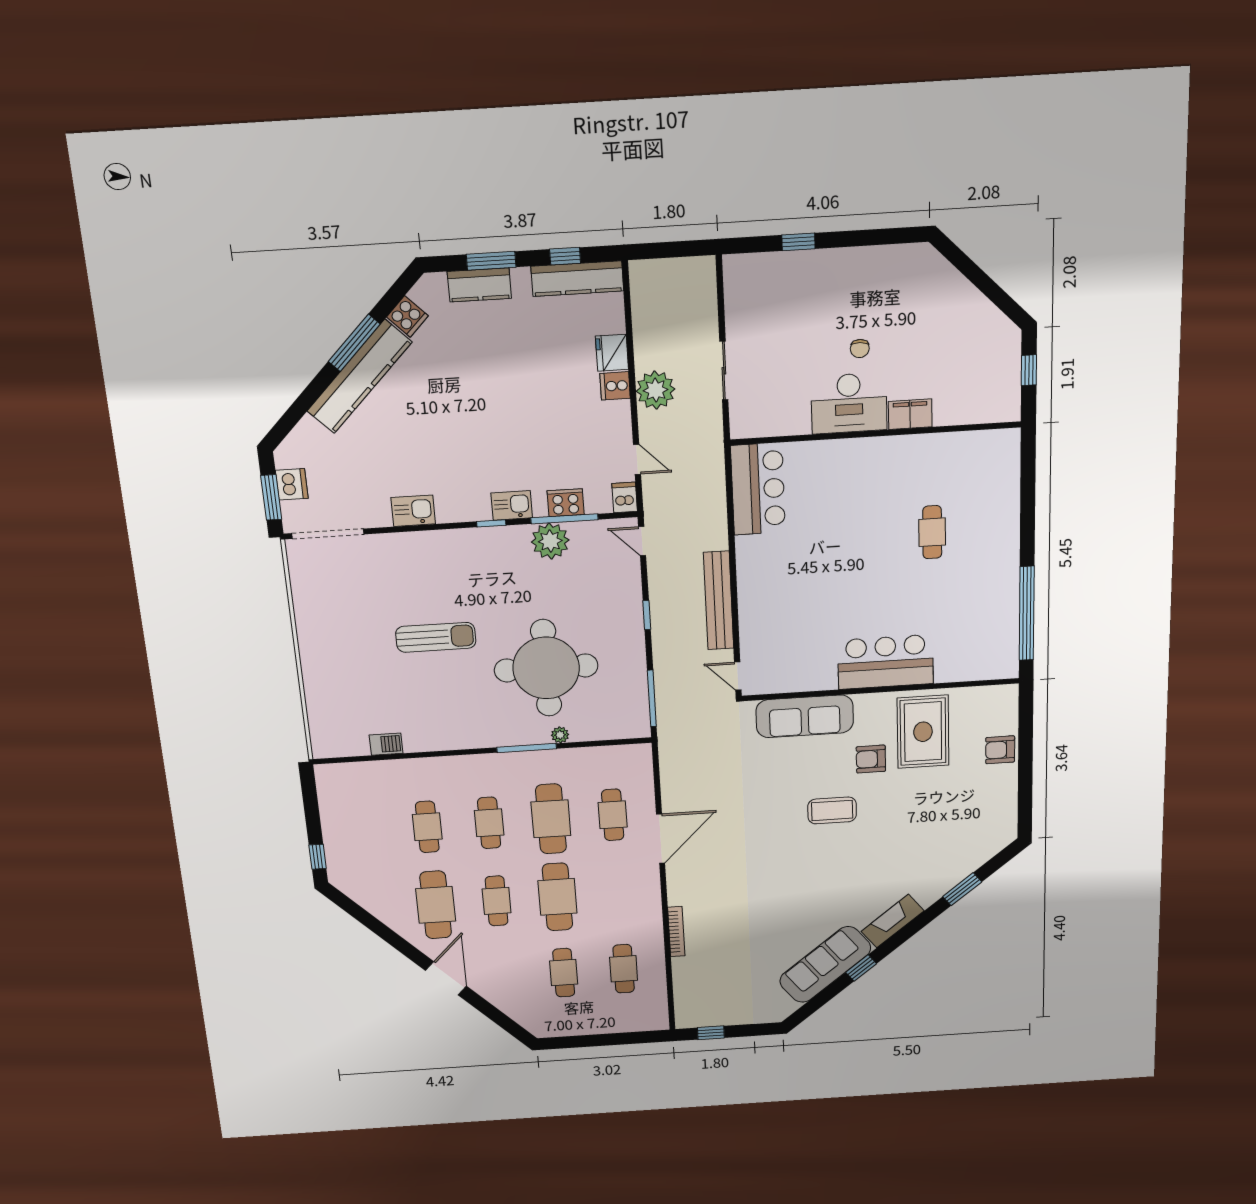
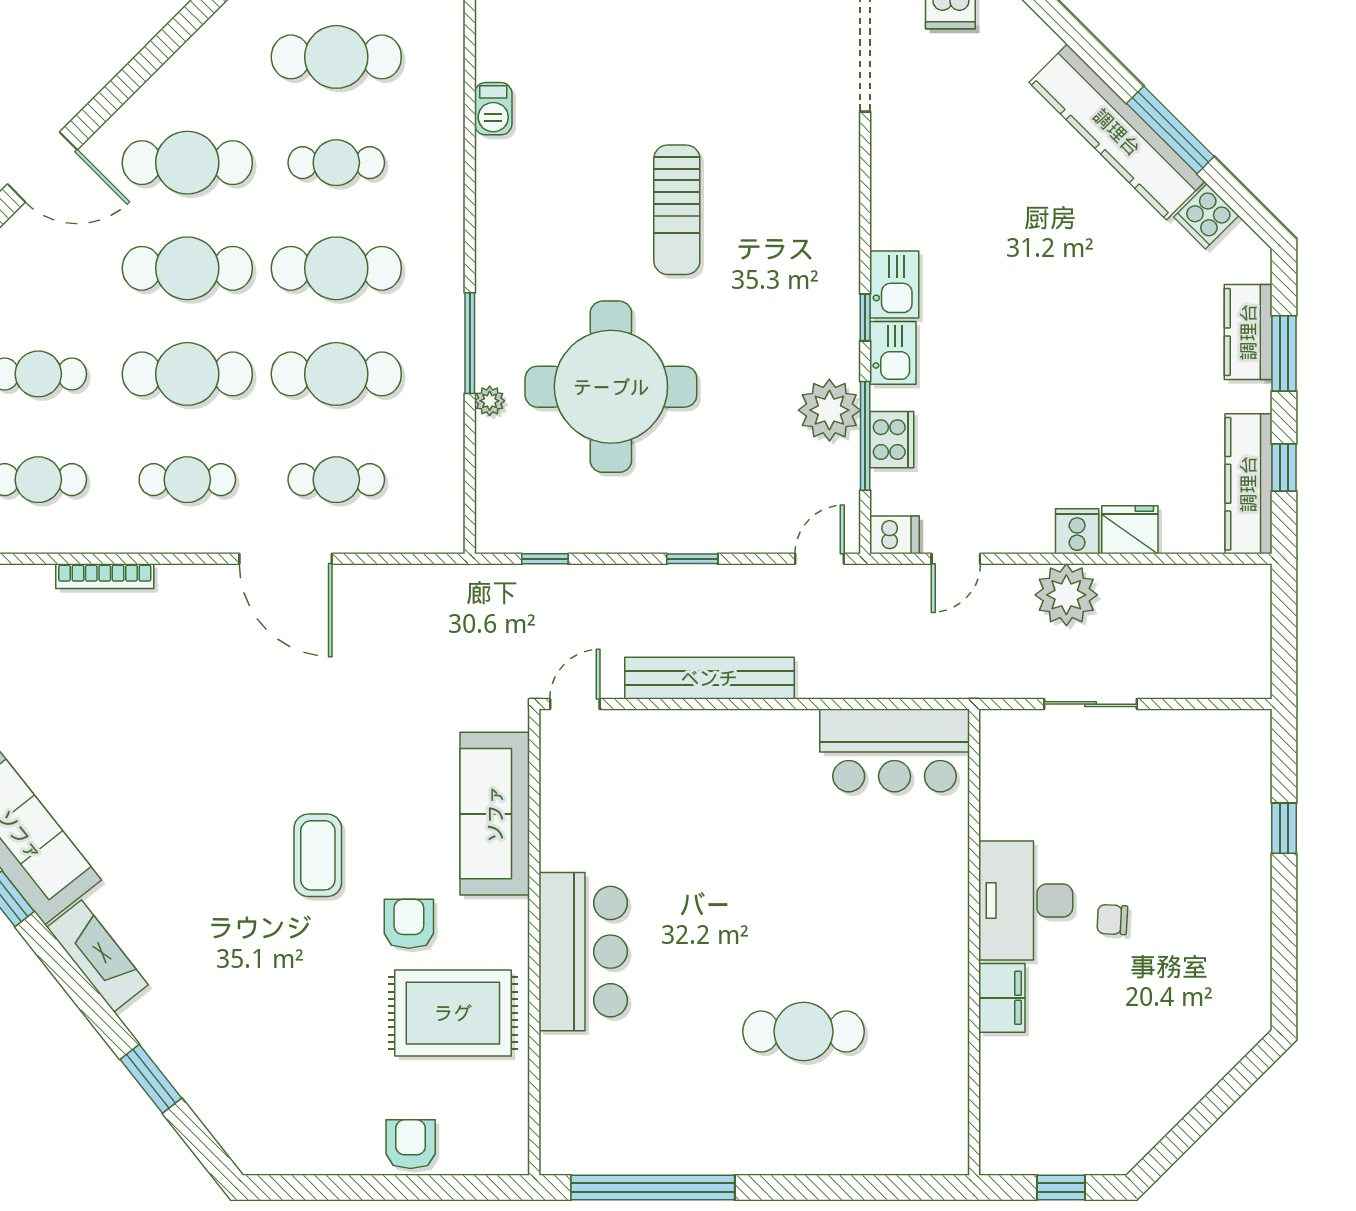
kitchen sink: (413, 511) -> (894, 285), moved
cafe table: (932, 532) -> (804, 1032), width x1.37, depth x1.35
window: (652, 698) -> (545, 559), width x0.46
cafe table: (489, 823) -> (336, 268), width x1.37, depth x1.35
cafe table: (365, 831) -> (336, 57), added
cafe table: (618, 893) -> (187, 480), added
cafe table: (497, 901) -> (187, 268), width x1.37, depth x1.35

